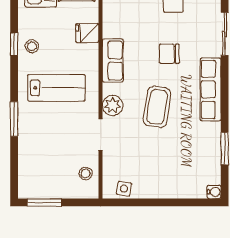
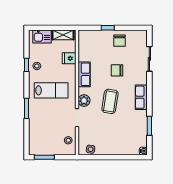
row of seats: (211, 89) -> (141, 97), width x0.68

